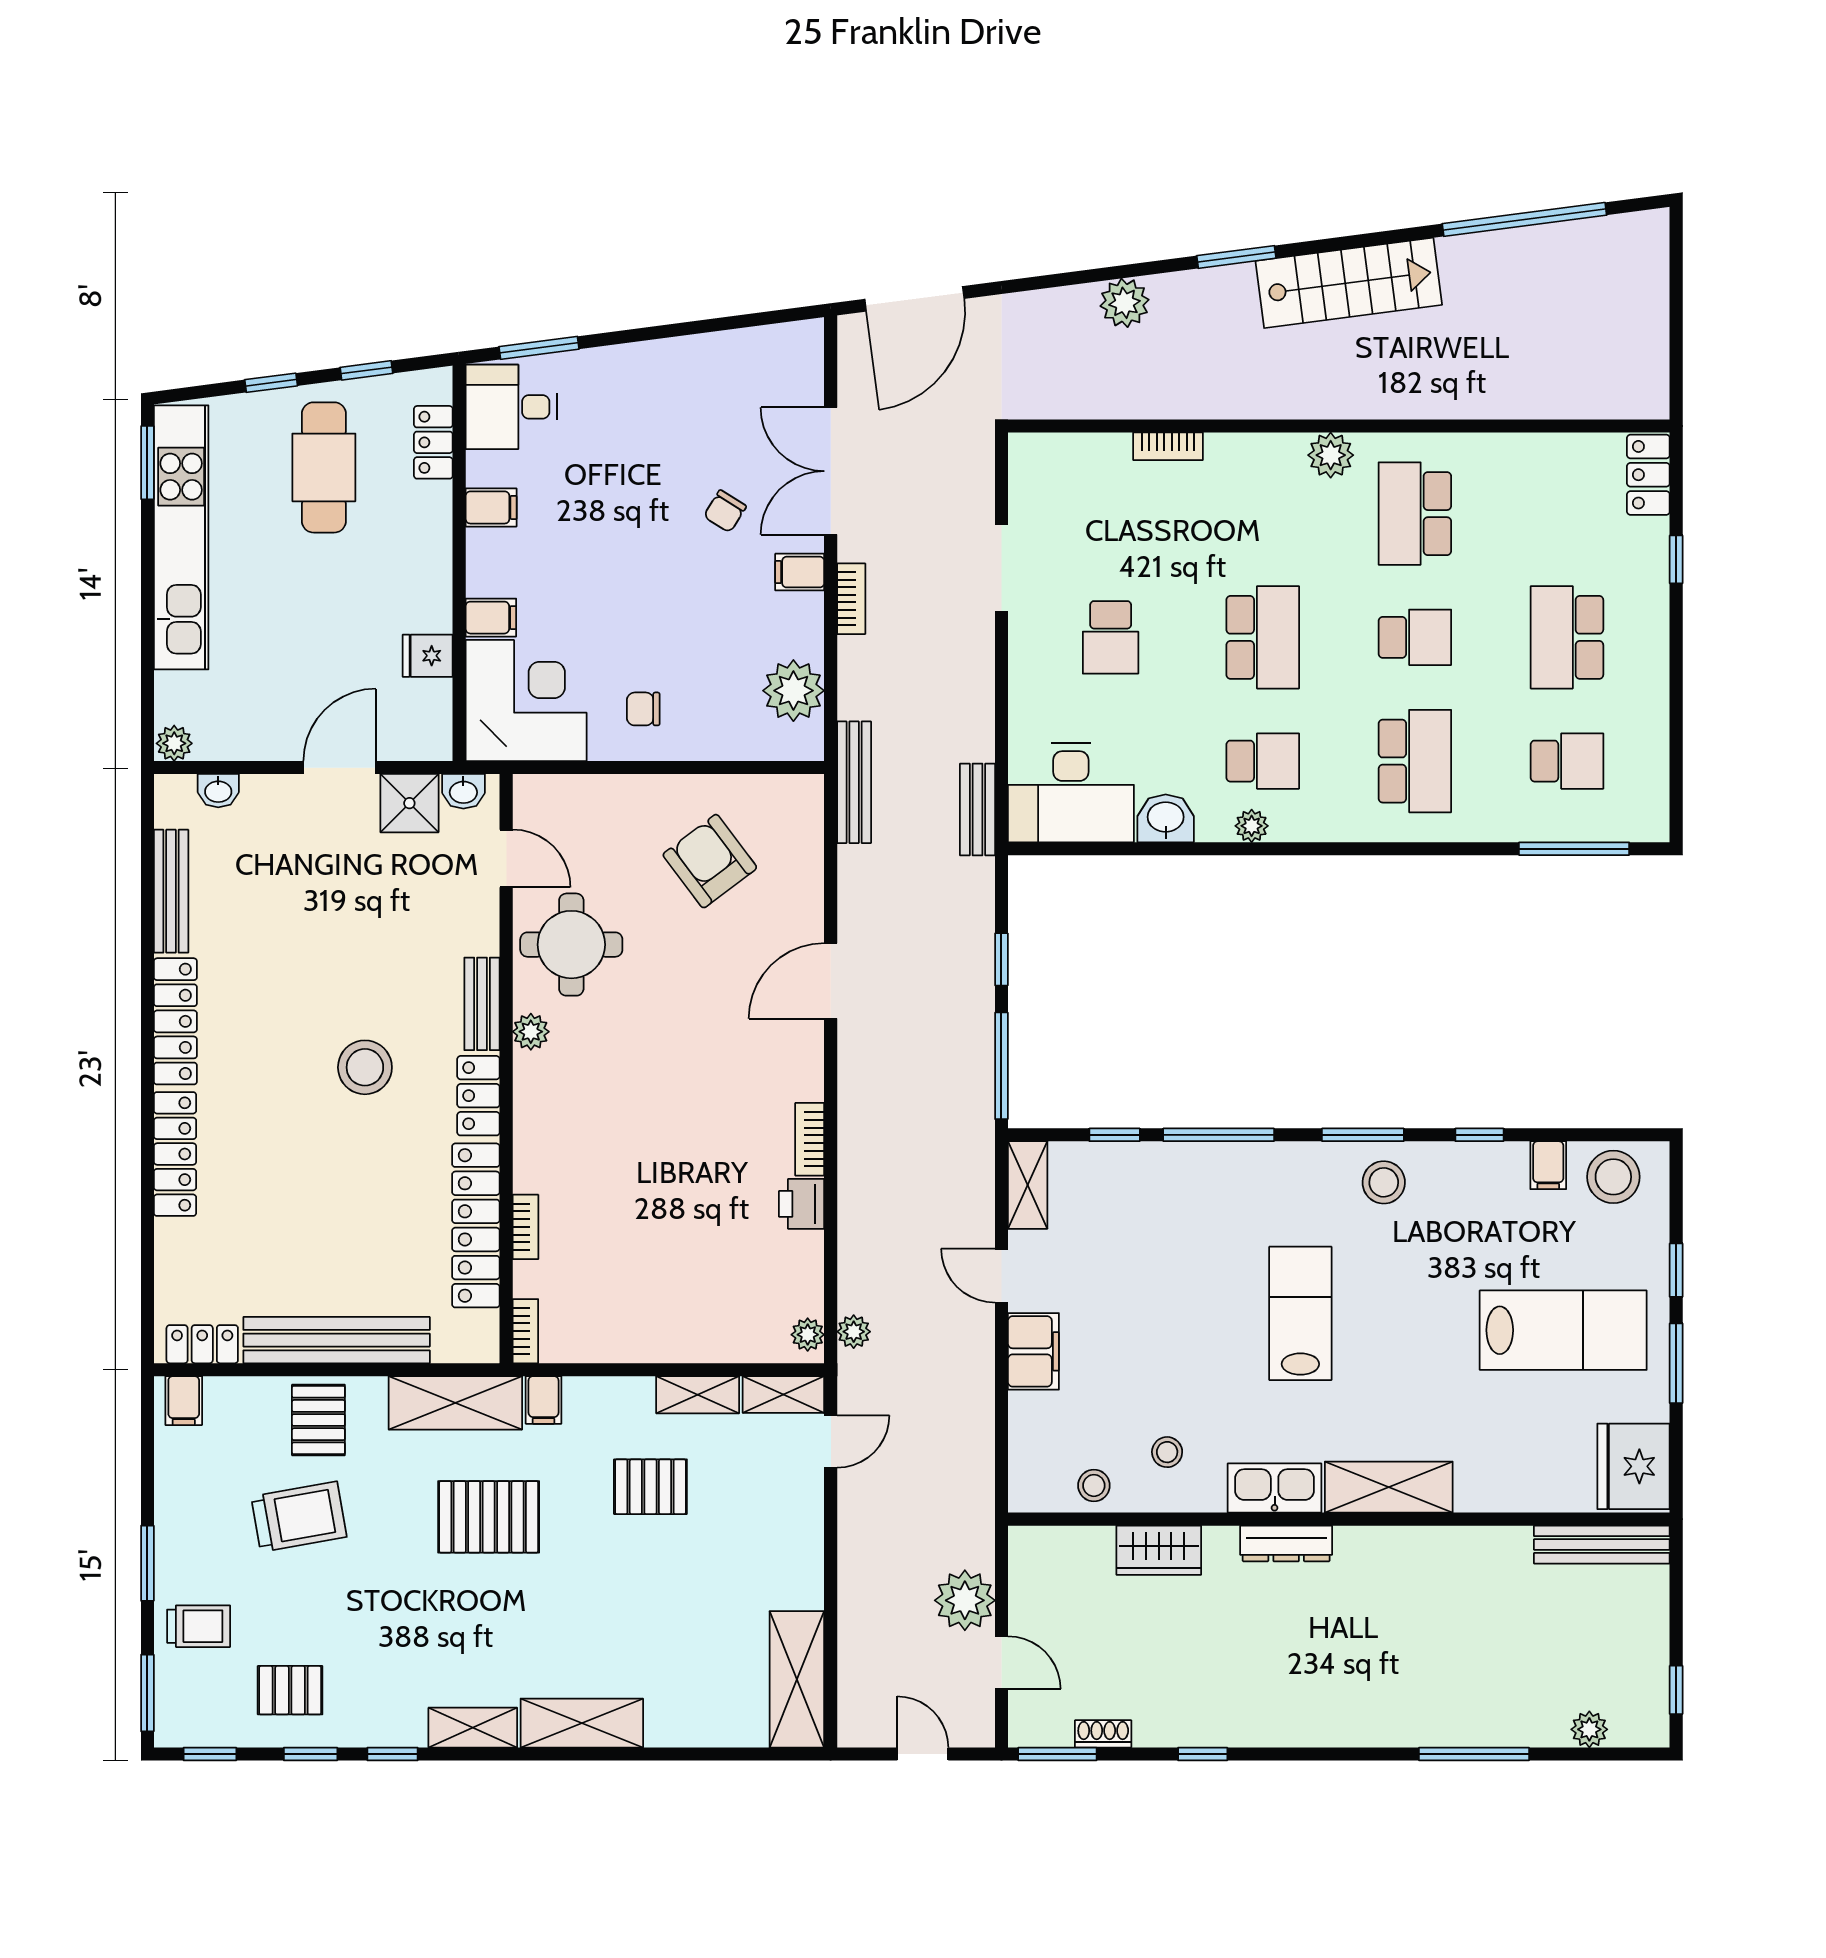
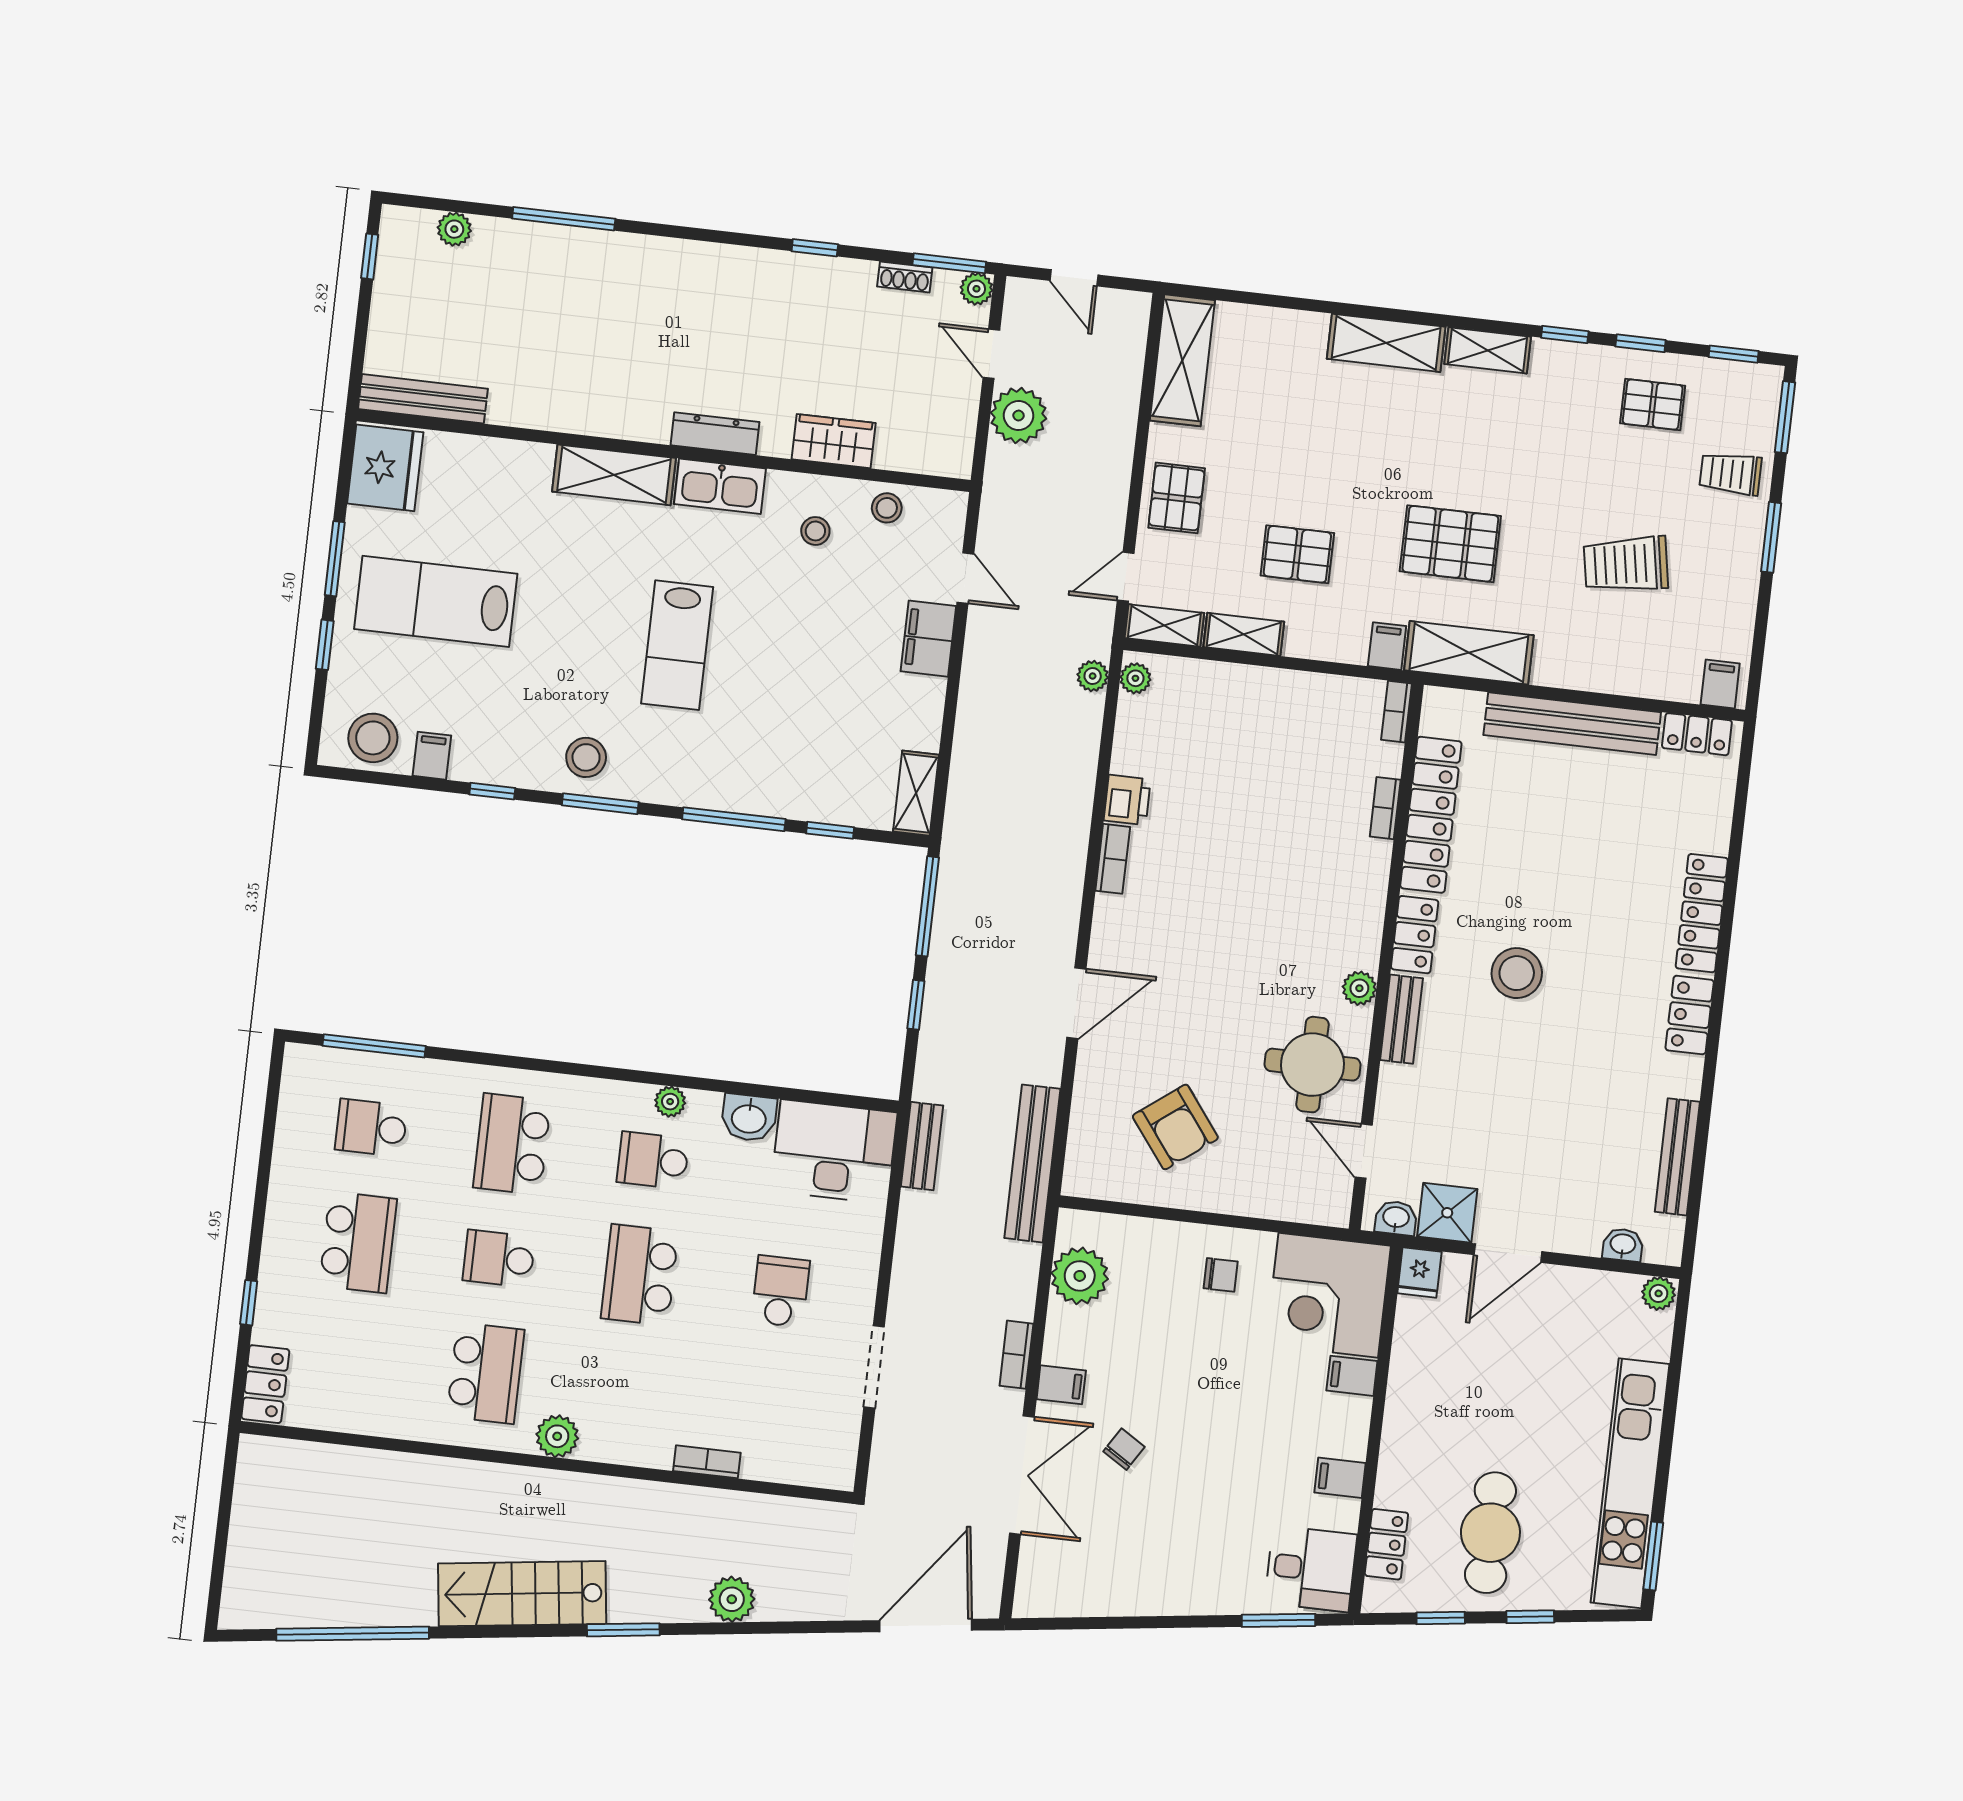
fridge: (428, 656) -> (1419, 1272), moved, turned 90
bench: (854, 782) -> (1032, 1163), width x1.37, depth x1.21
locker: (175, 1021) -> (1690, 1015), width x0.66
door: (1001, 1276) -> (965, 578), moved
pallet: (318, 1420) -> (1177, 498), moved
plant: (1025, 1730) -> (976, 289), added

